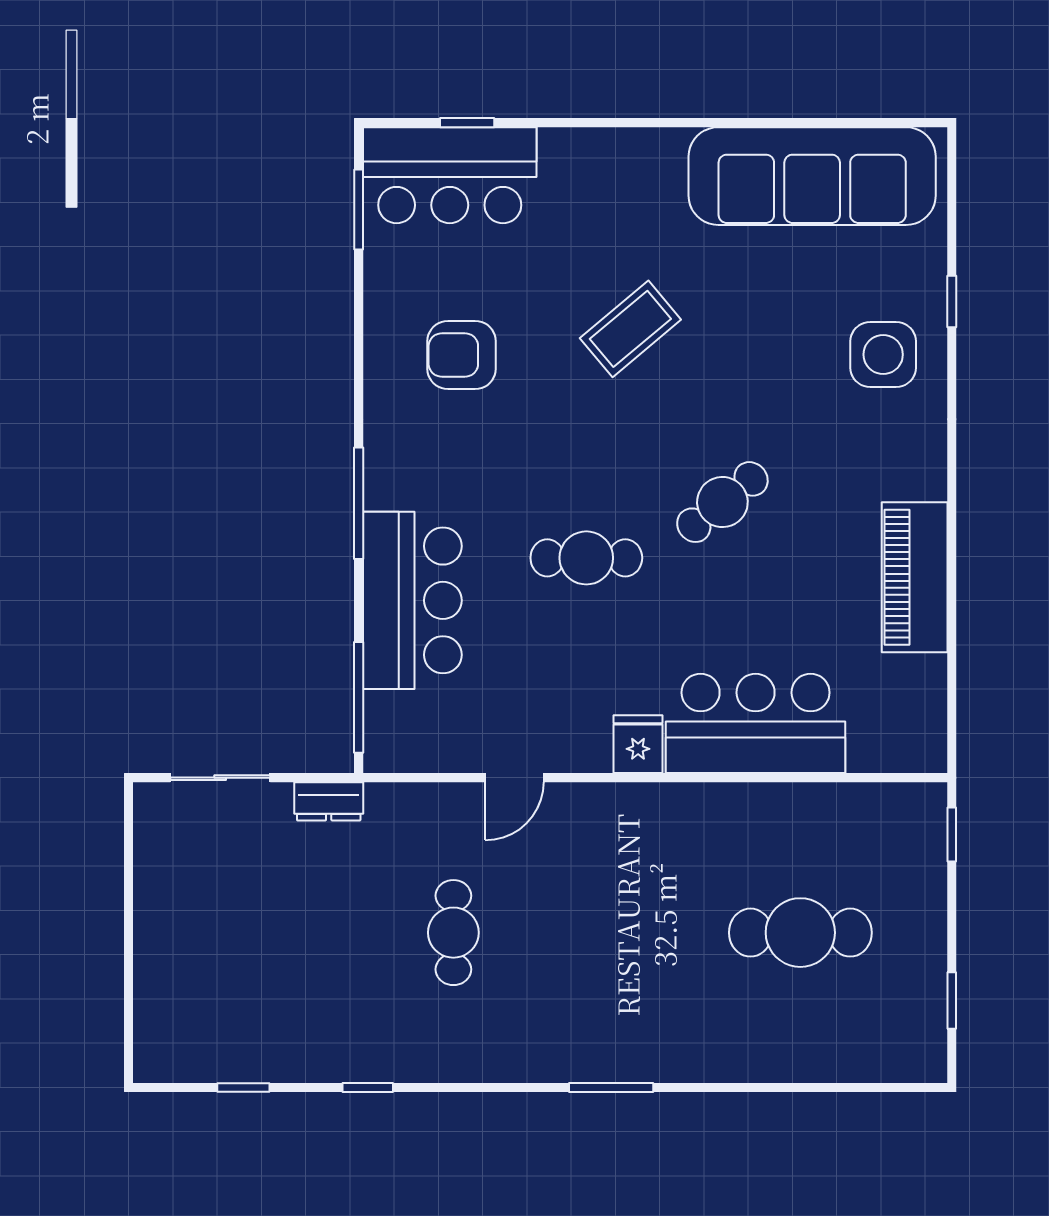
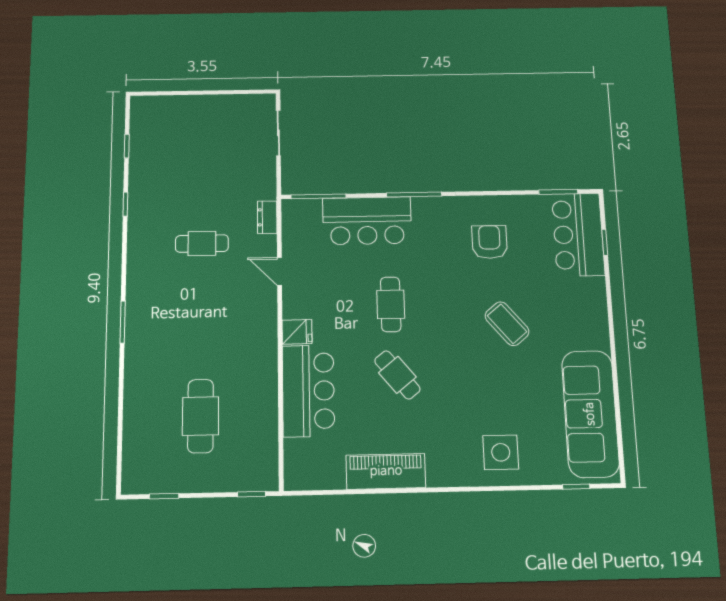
window: (952, 302) -> (576, 487), moved
cafe table: (722, 502) -> (397, 375), moved
dresser: (329, 801) -> (267, 217), moved

